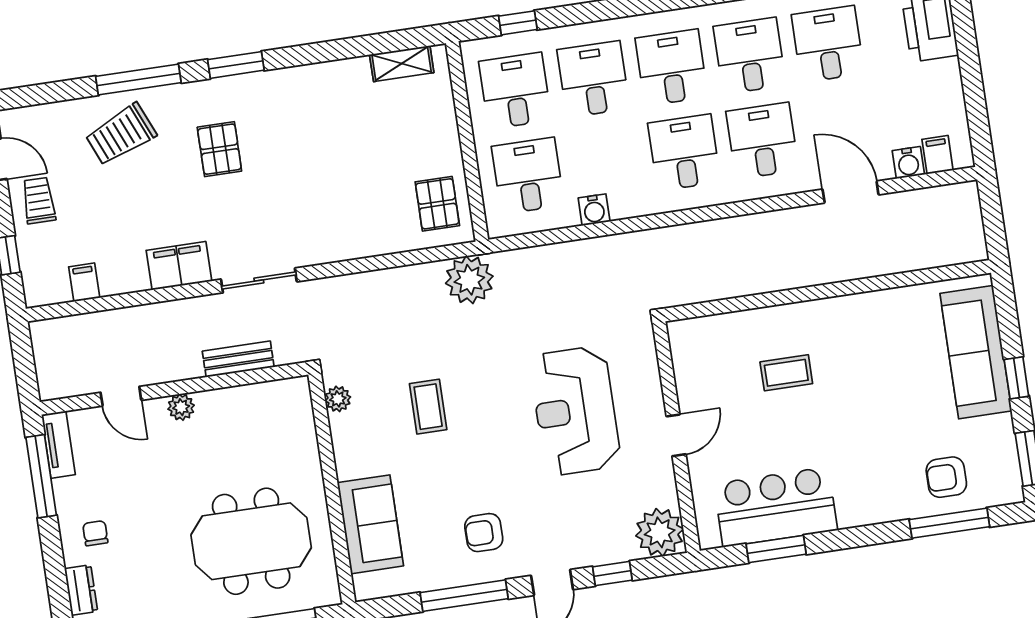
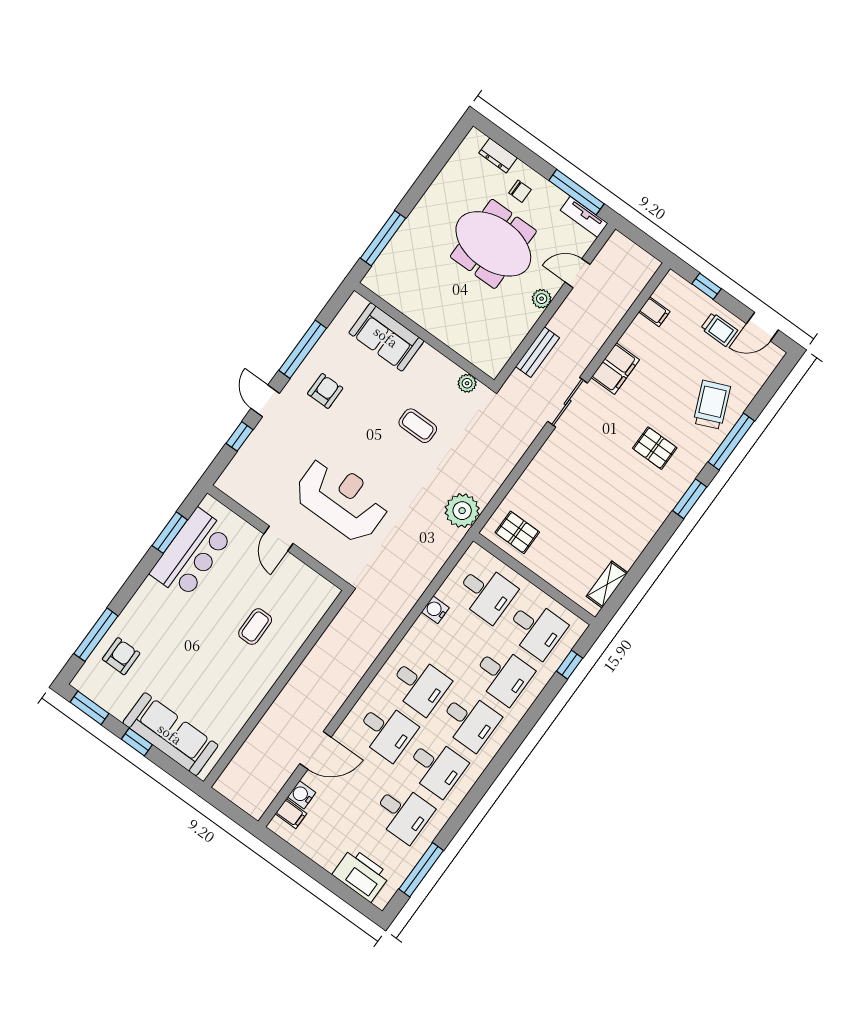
plant: (660, 532) -> (237, 481), removed
meeting table: (251, 541) -> (493, 244), moved, turned 90

